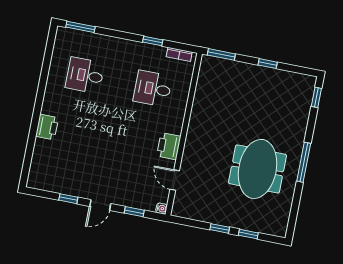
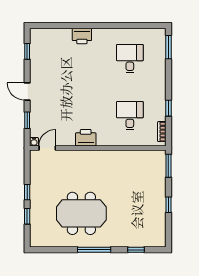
window: (316, 97) -> (136, 250), moved
door: (175, 180) -> (47, 148), moved
window: (68, 199) -> (27, 51), moved

